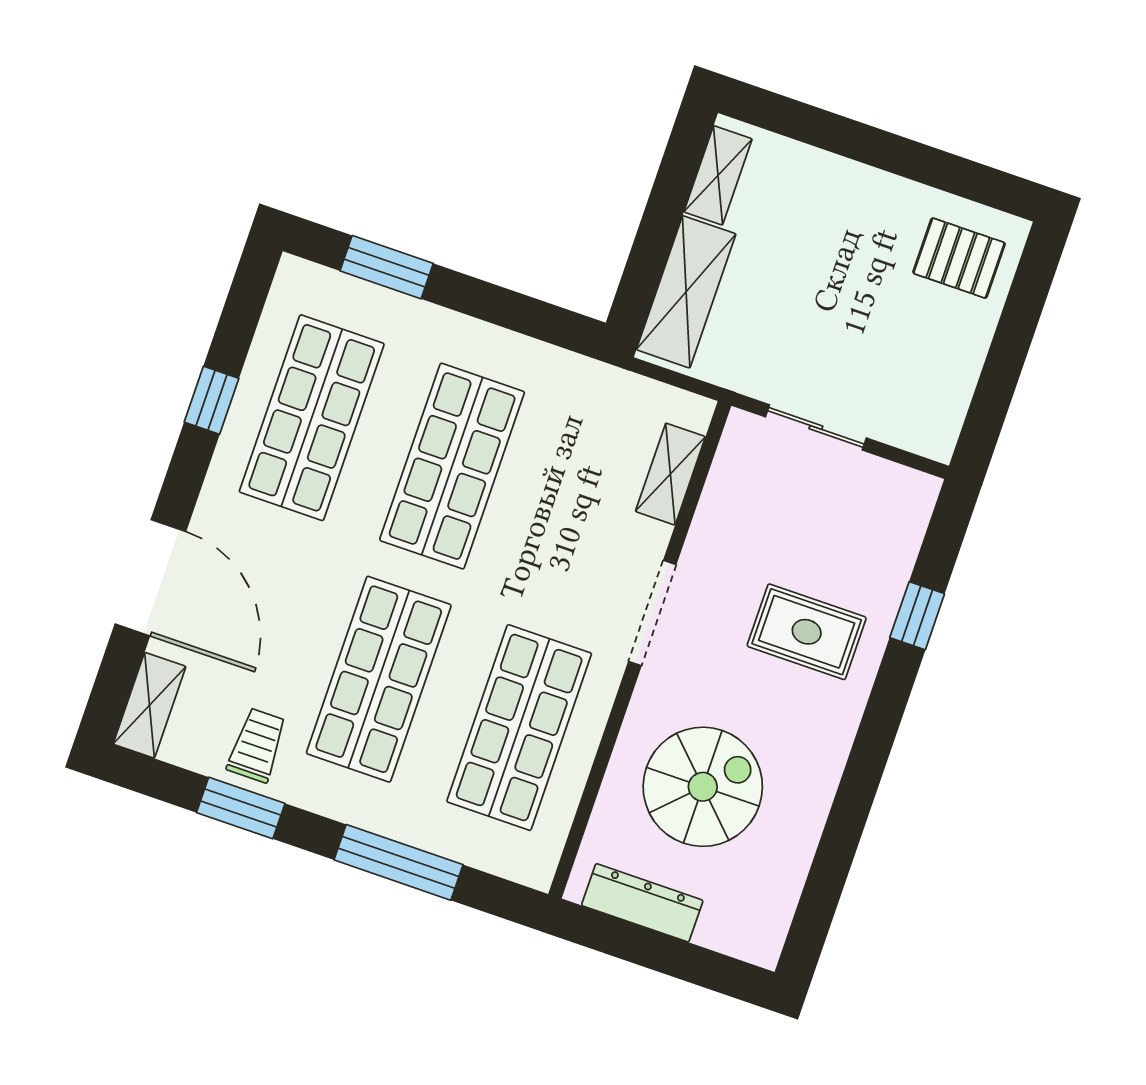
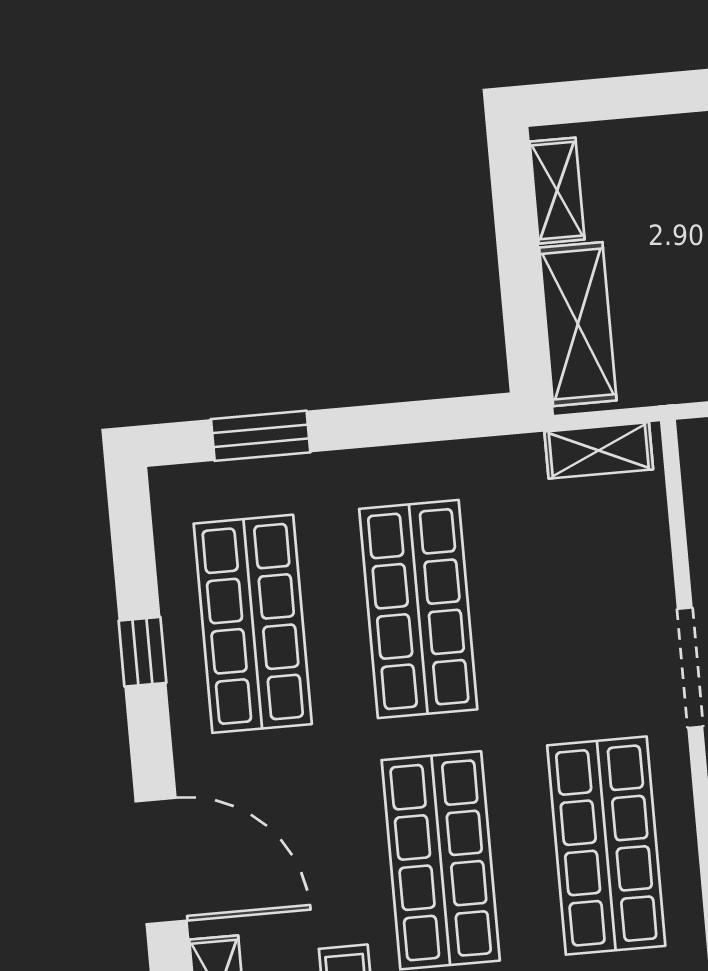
shelving: (670, 474) -> (599, 450), moved, turned 90

